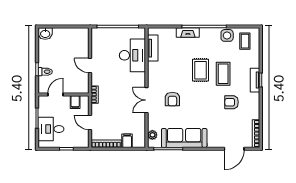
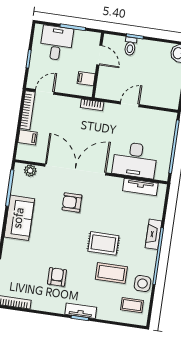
coffee table: (223, 74) -> (111, 273), moved
double door: (147, 100) -> (75, 170), width x1.87
door: (90, 123) -> (45, 92), moved
sofa: (184, 138) -> (19, 218), width x0.73

